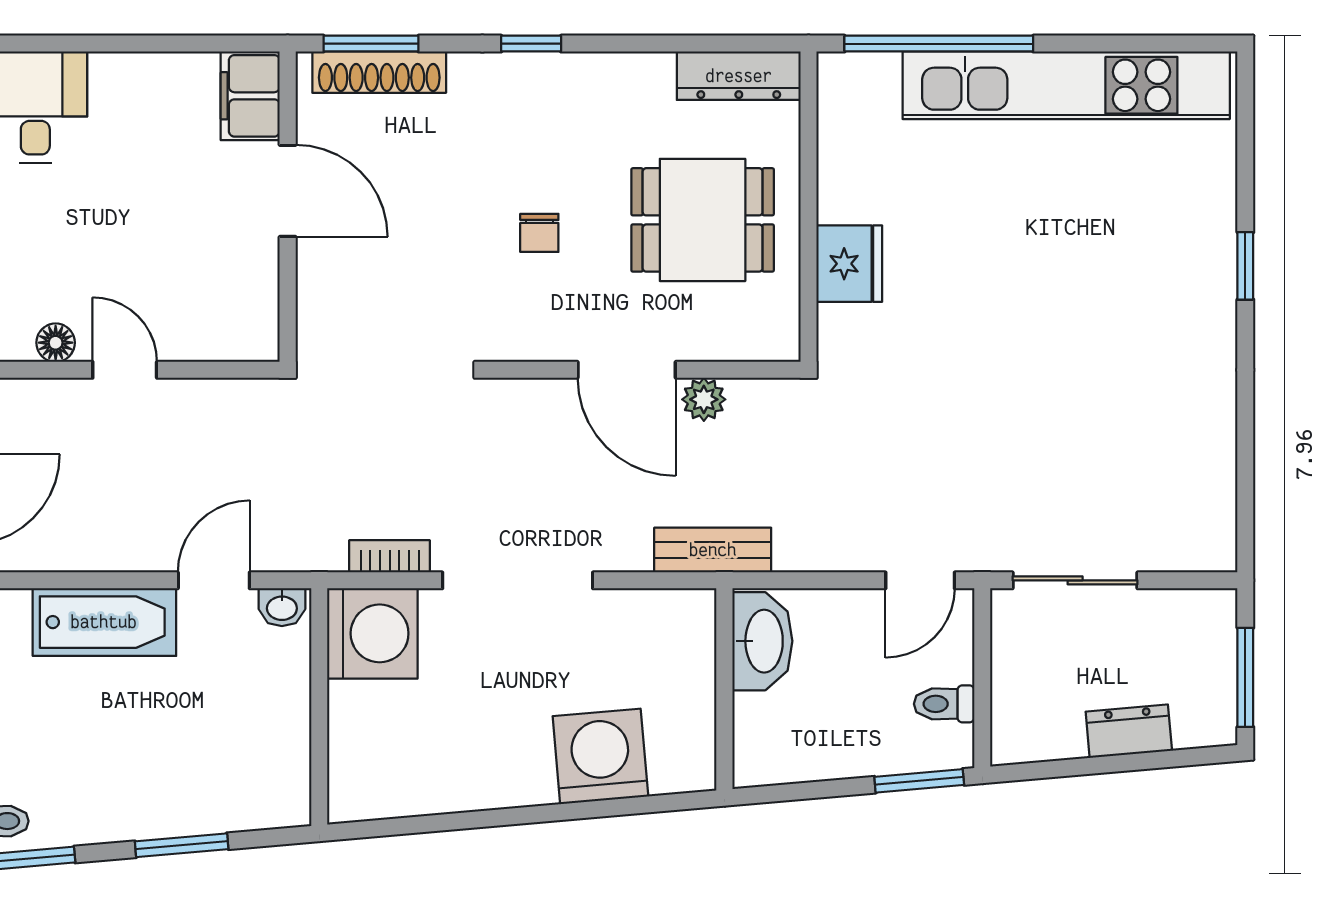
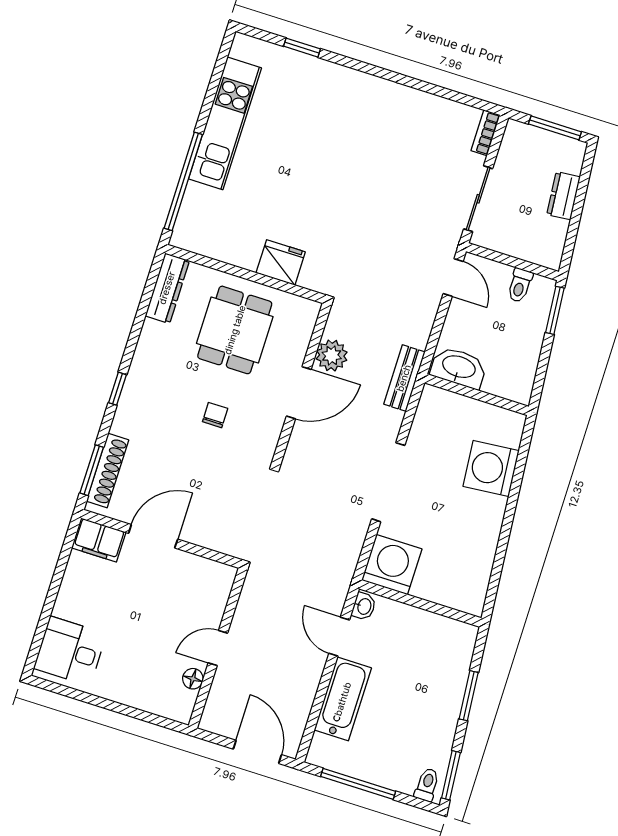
kitchen unit: (1066, 85) -> (225, 123), width x0.73
chair: (539, 233) -> (215, 415), turned -90
window: (1245, 266) -> (302, 48), moved
plant: (704, 399) -> (332, 356), width x1.38, depth x1.38
bookcase: (390, 556) -> (486, 133), moved

